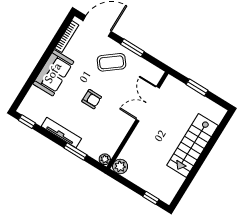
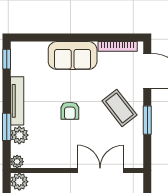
plant: (87, 146) -> (19, 135), added

